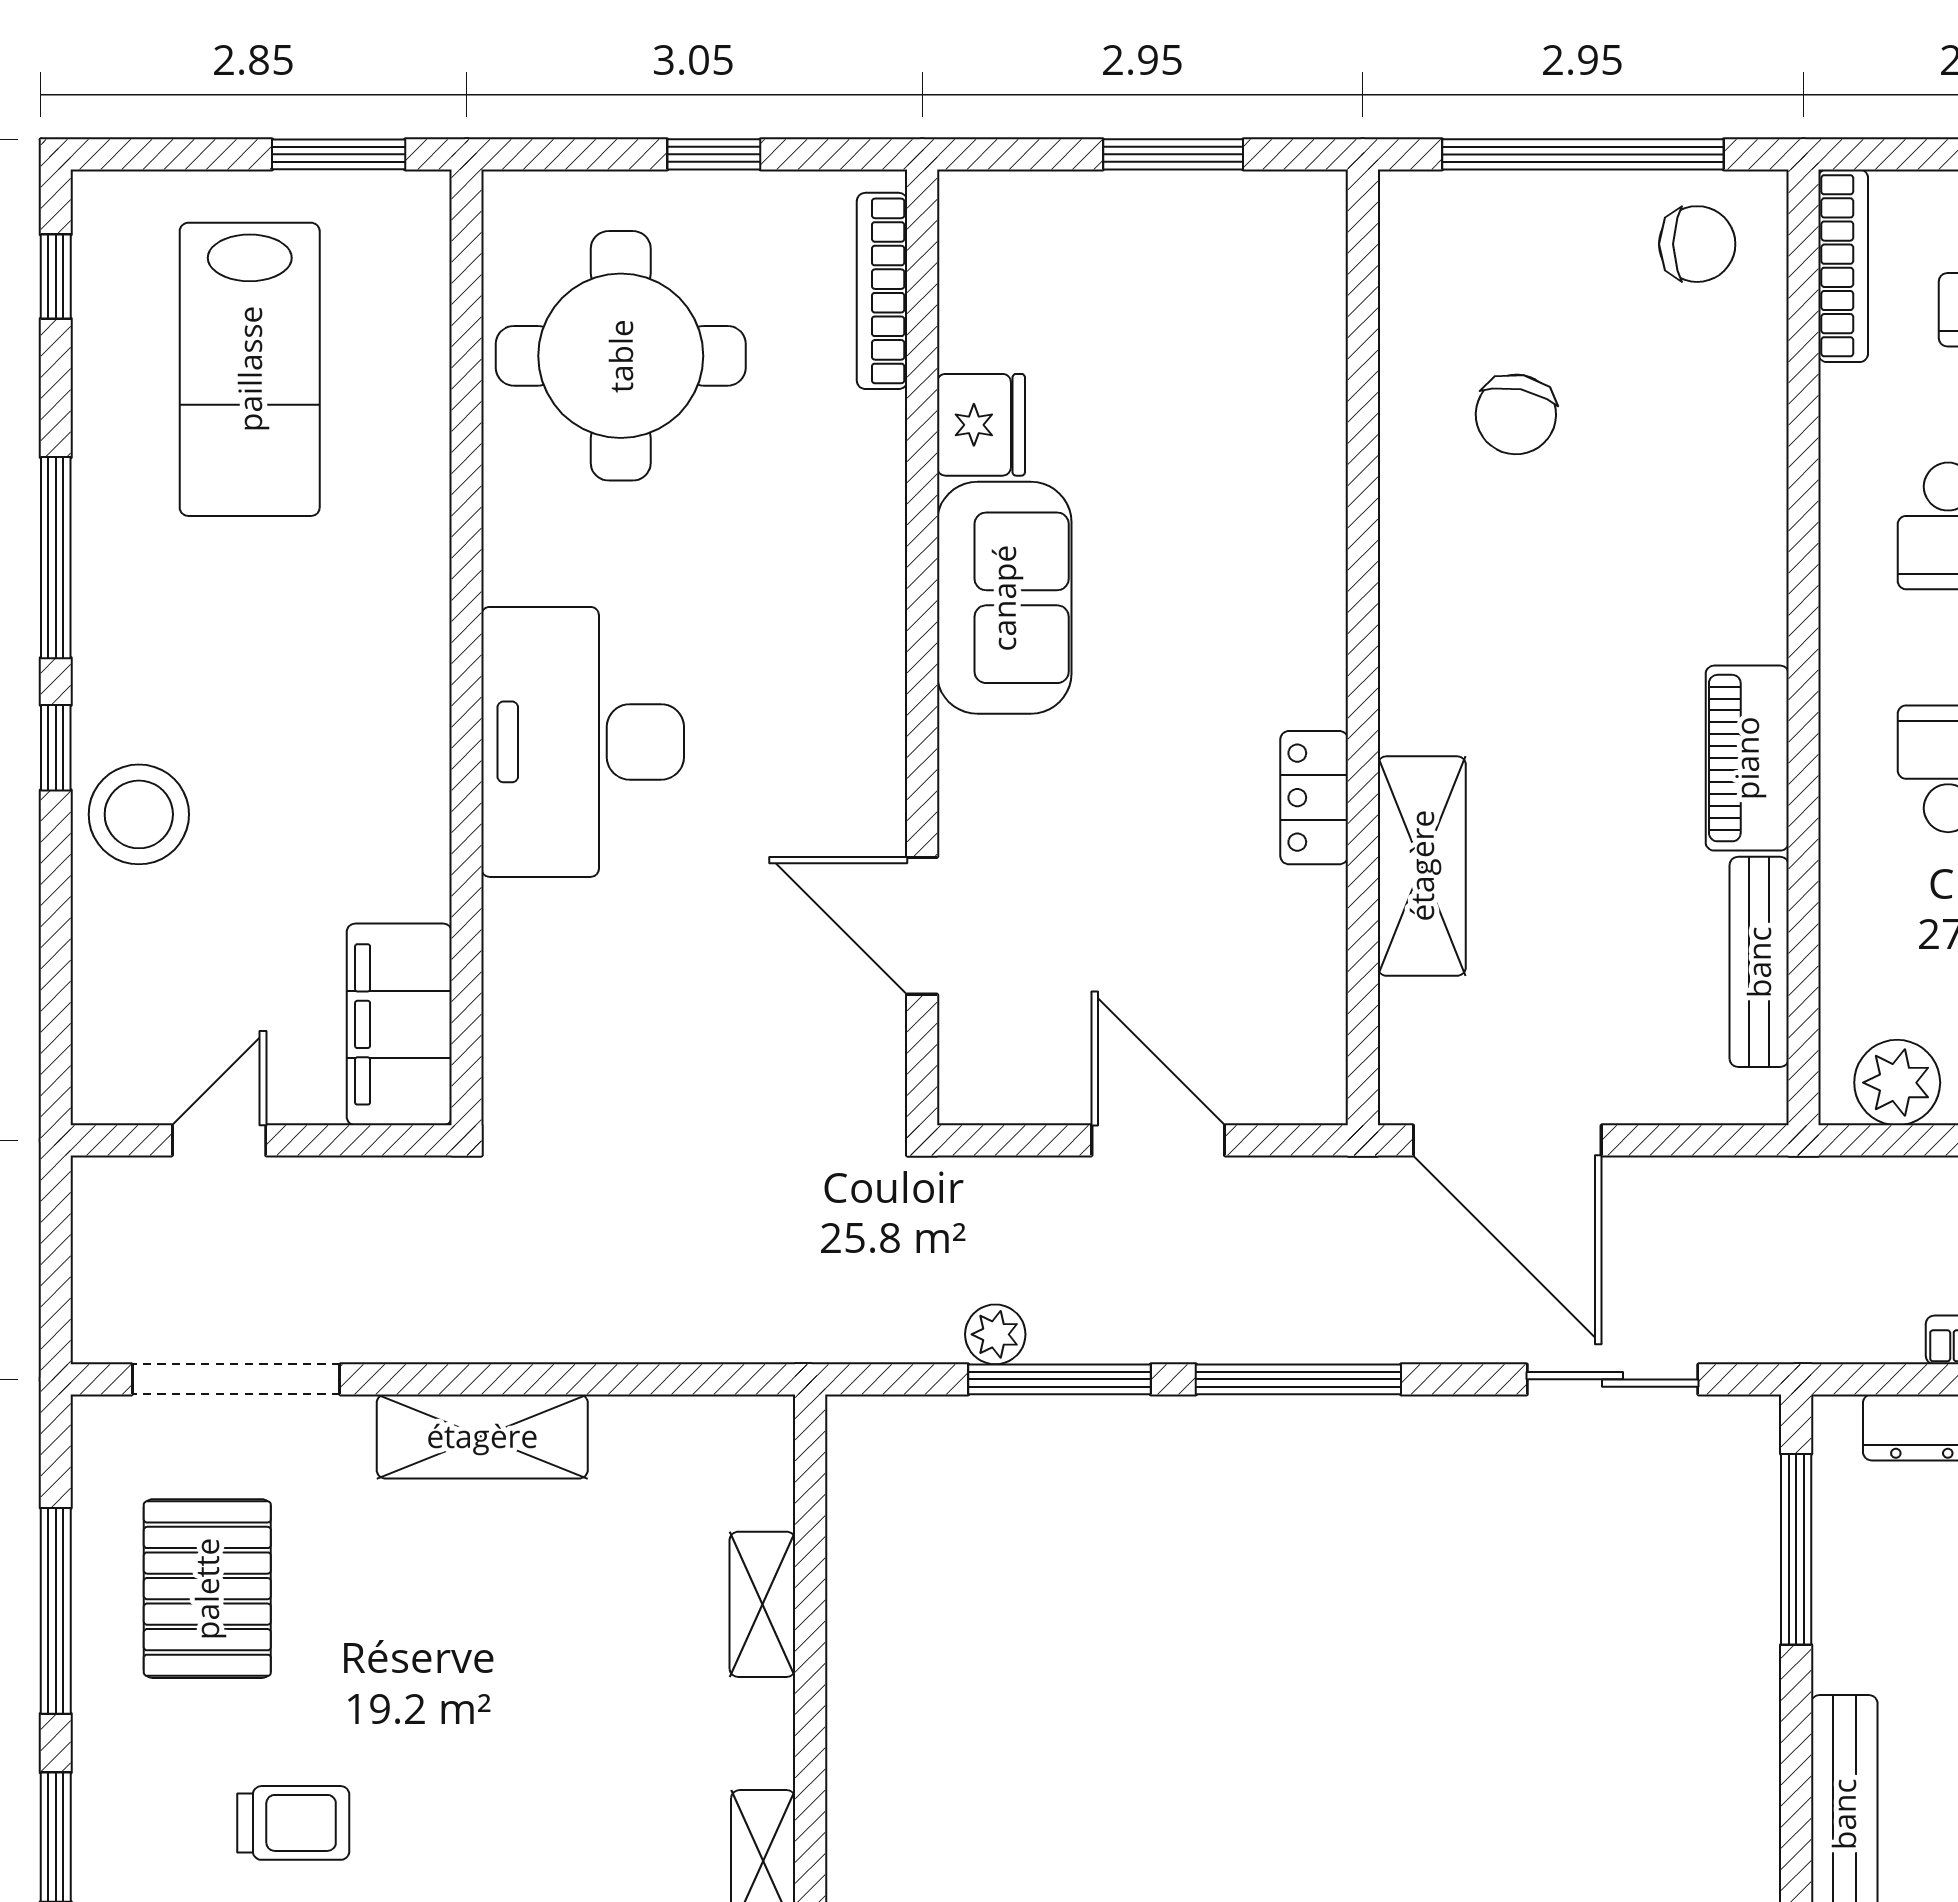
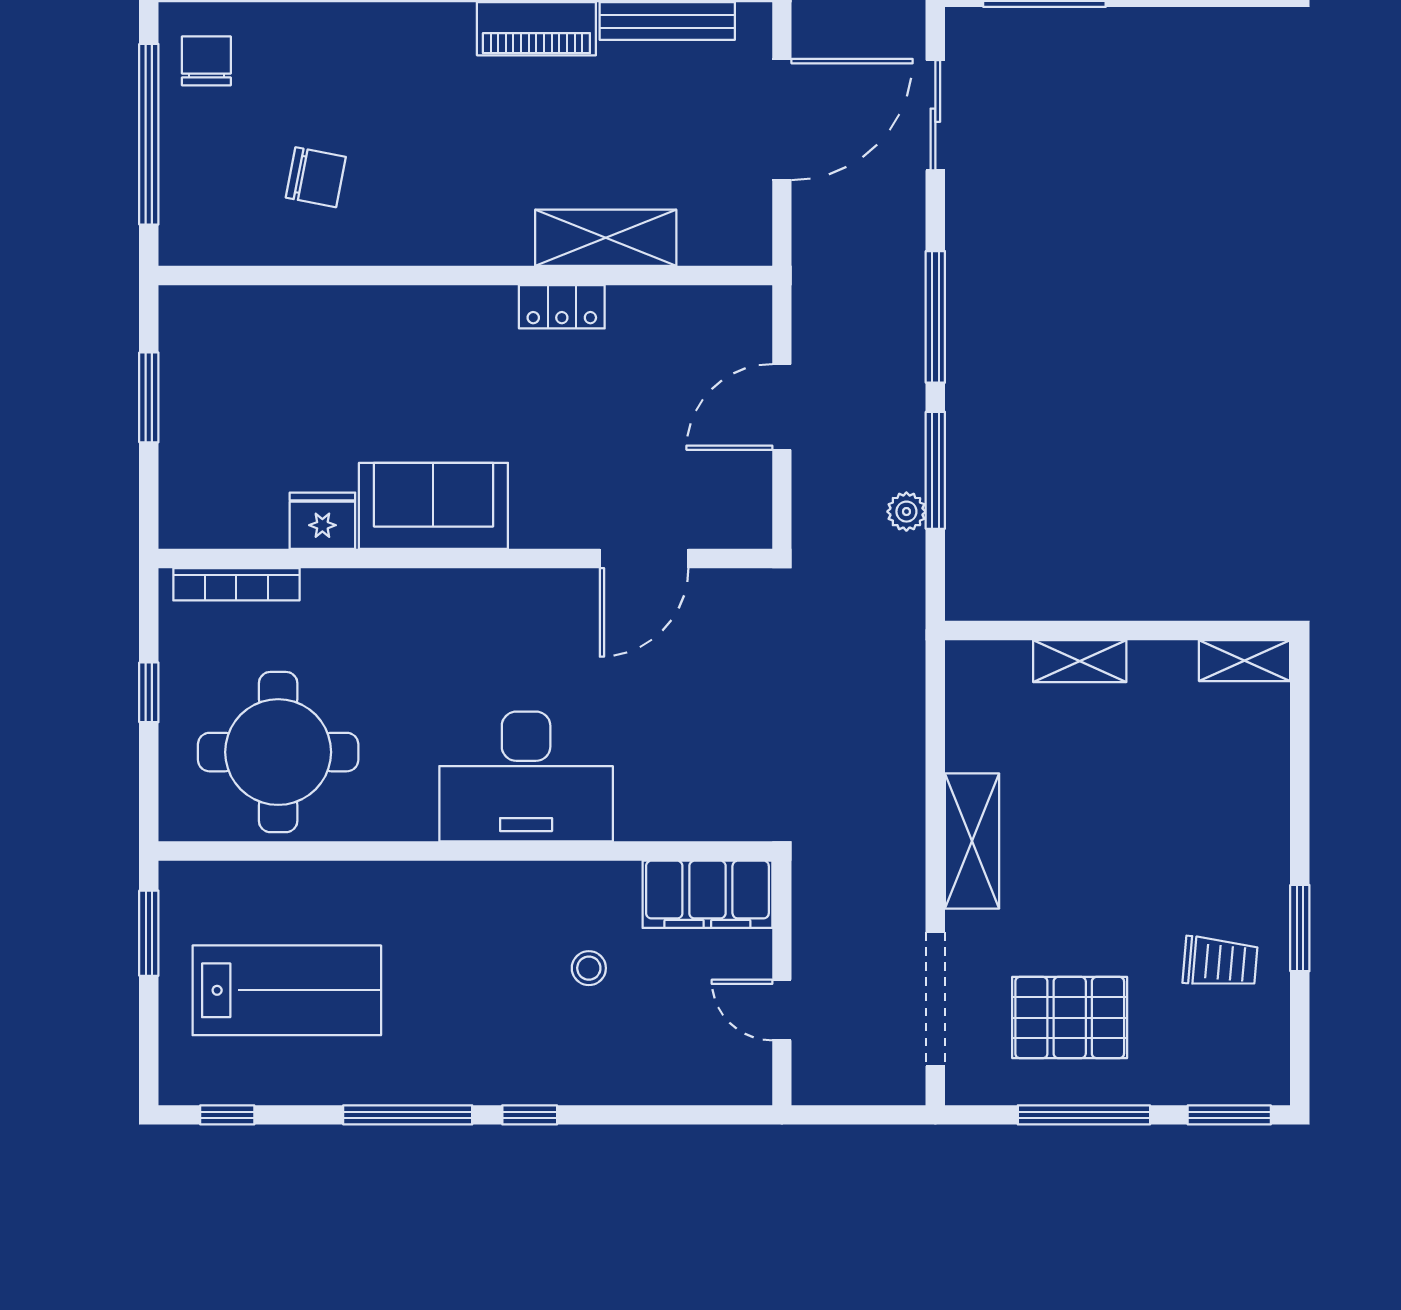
stool: (139, 814) -> (589, 968), moved, width x0.53, depth x0.53
door: (1507, 1140) -> (782, 120), moved
trolley: (293, 1823) -> (1220, 962), turned 95

